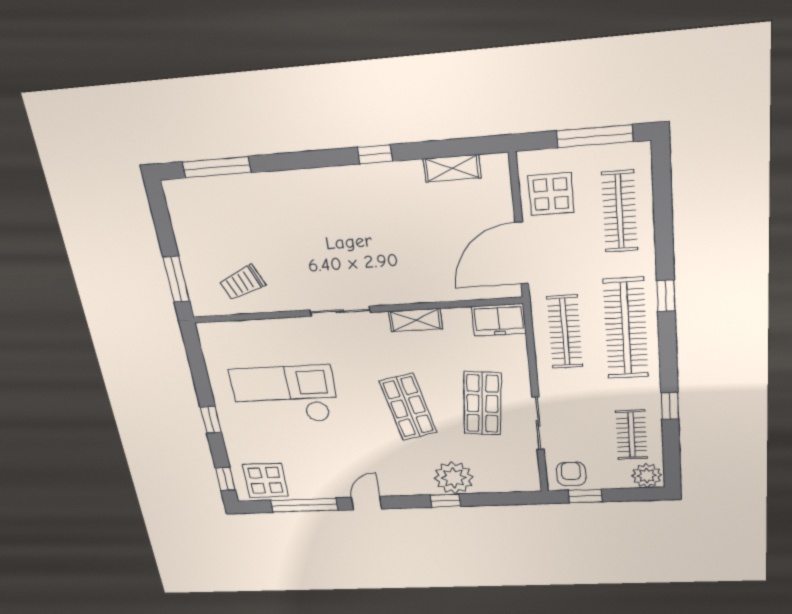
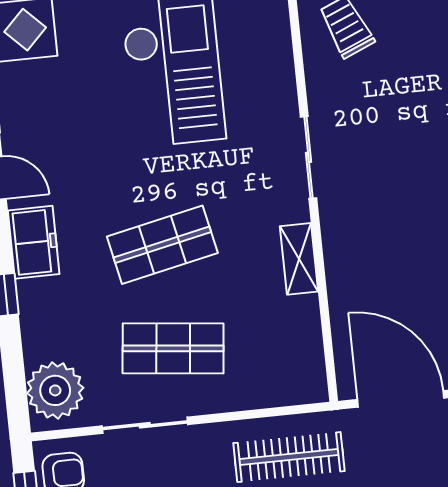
freezer: (499, 320) -> (34, 242), moved, turned 180
plant: (454, 478) -> (55, 390), moved

